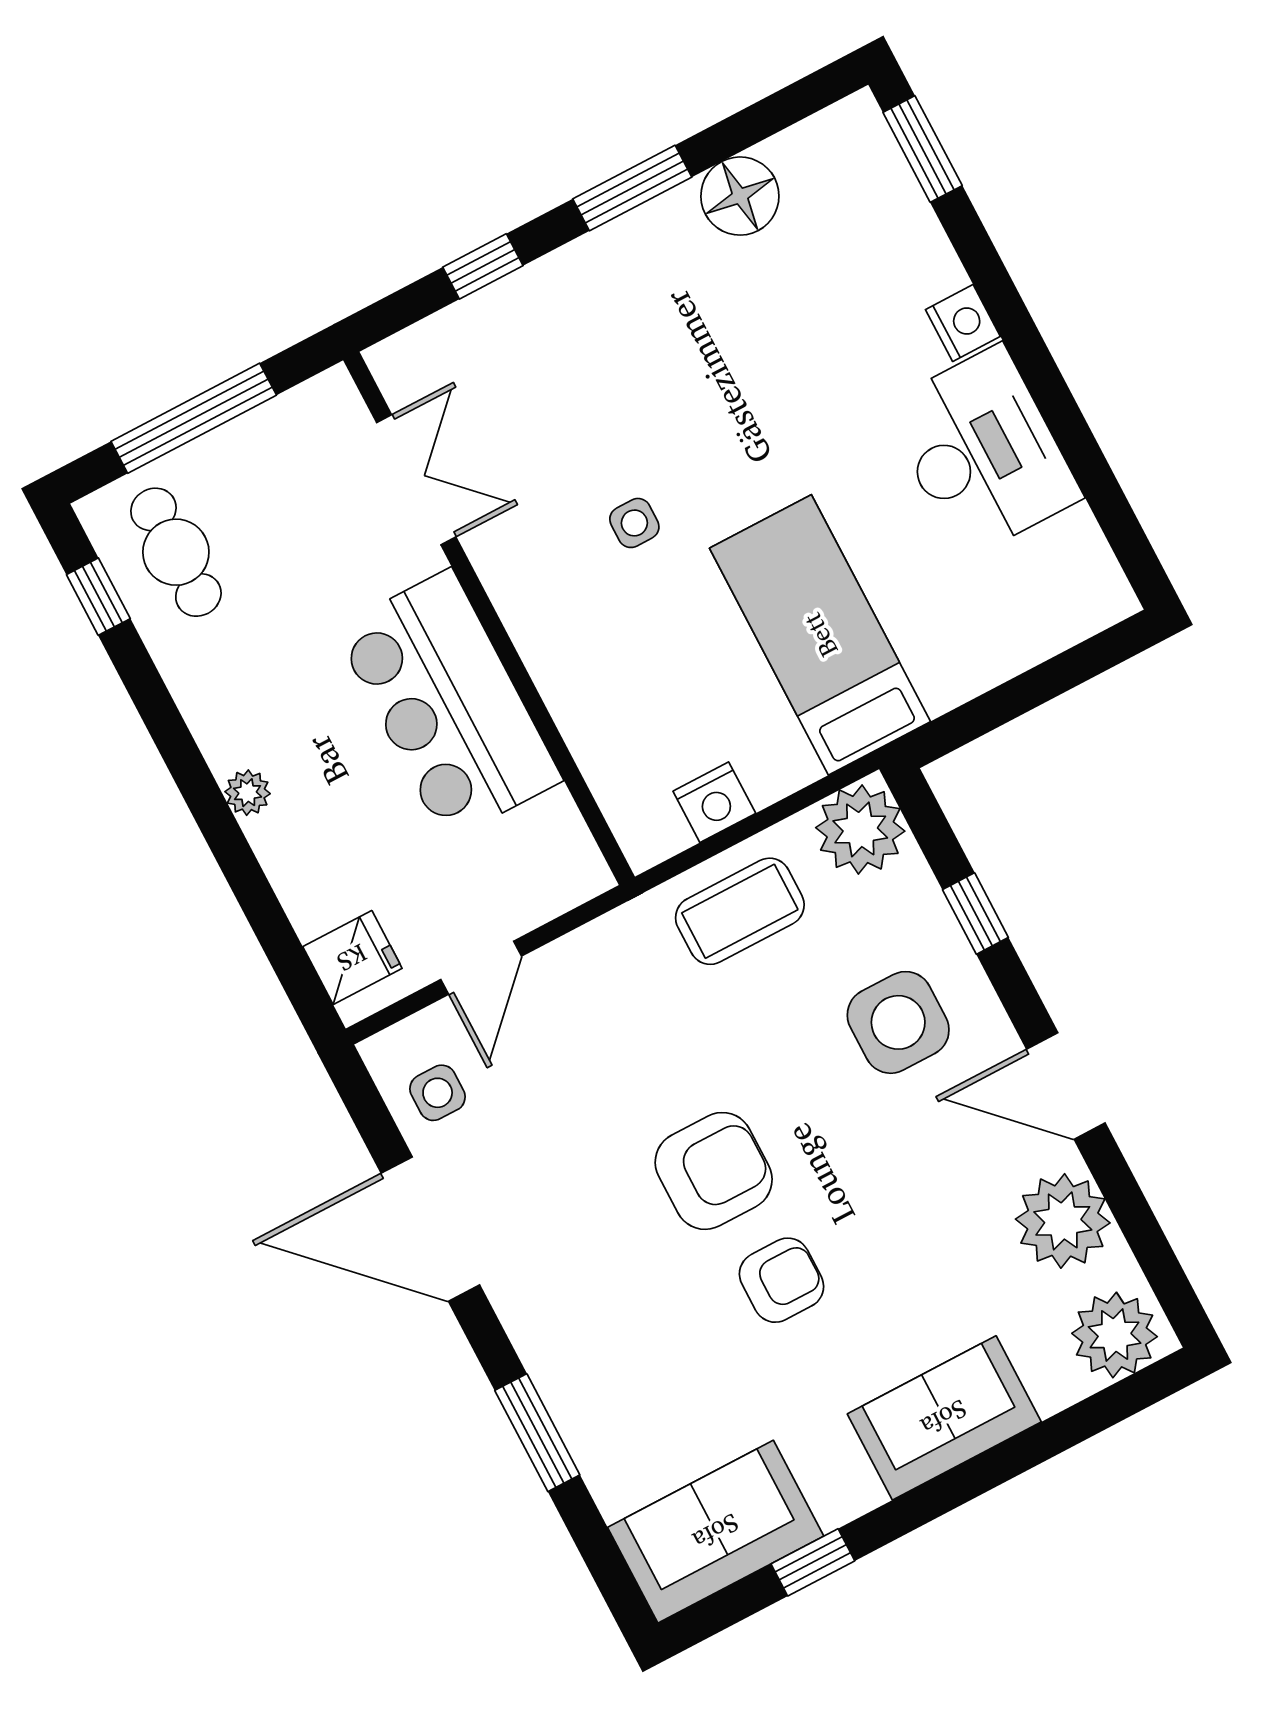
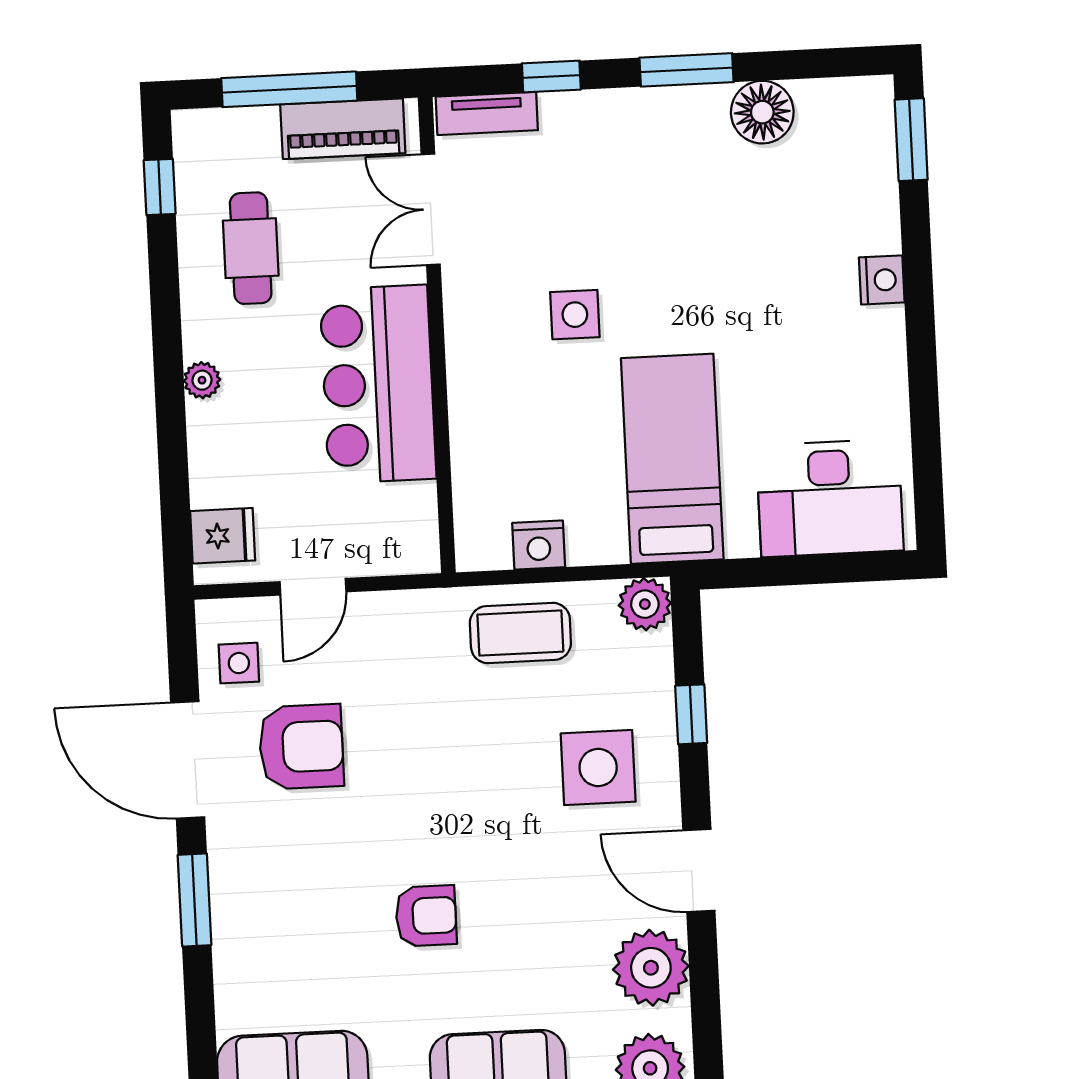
tv unit: (429, 342) -> (487, 113), added
piano: (275, 435) -> (343, 129), added
desk: (982, 452) -> (830, 498), moved, turned 90
double door: (416, 480) -> (431, 209), swing flipped
side table: (634, 523) -> (575, 315), width x1.37, depth x1.37
cafe table: (176, 552) -> (251, 248), moved
plant: (860, 829) -> (645, 604), width x0.73, depth x0.73
armchair: (714, 1171) -> (301, 747), moved
window: (537, 1433) -> (194, 900), moved

